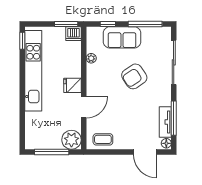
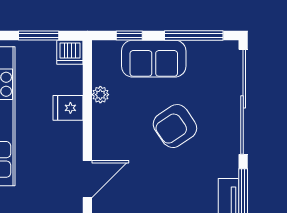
window: (66, 24) -> (39, 35), moved
sliding door: (174, 62) -> (243, 102), width x1.36
fridge: (72, 85) -> (68, 108), moved

